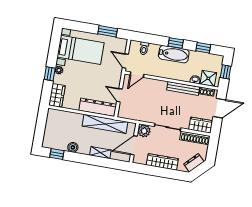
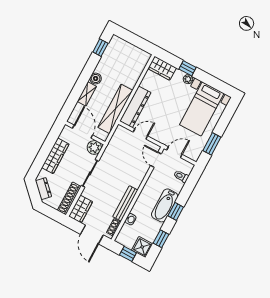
shower: (208, 78) -> (142, 247), moved
boiler: (73, 147) -> (96, 78), moved

